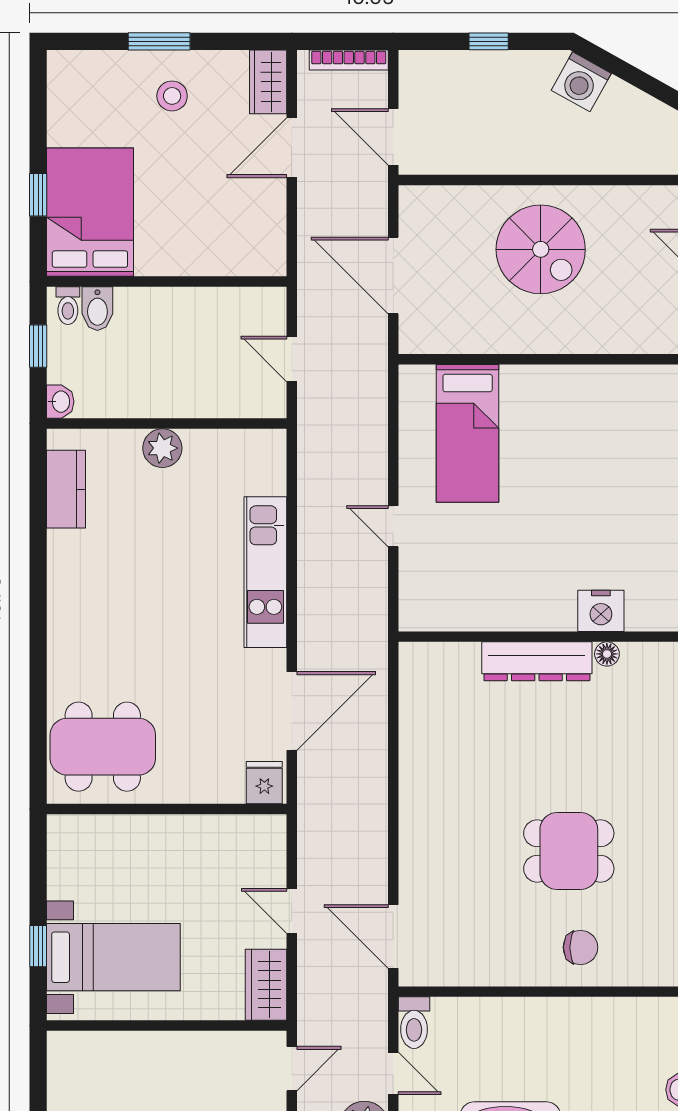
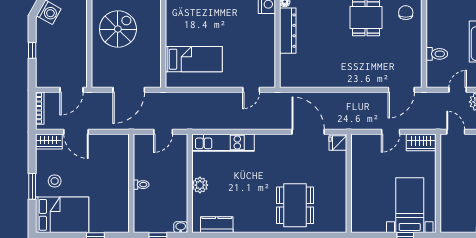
bed: (90, 212) -> (62, 215), moved, turned 180
toilet: (68, 306) -> (141, 185), moved
bidet: (97, 309) -> (142, 212), removed
door: (393, 526) -> (251, 90), moved
kitchen unit: (265, 572) -> (223, 143), moved
dining table: (103, 747) -> (295, 205), moved
toilet: (414, 1023) -> (437, 54), moved

